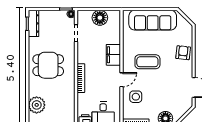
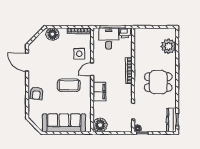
floor lamp: (100, 18) -> (100, 125), moved

